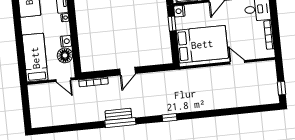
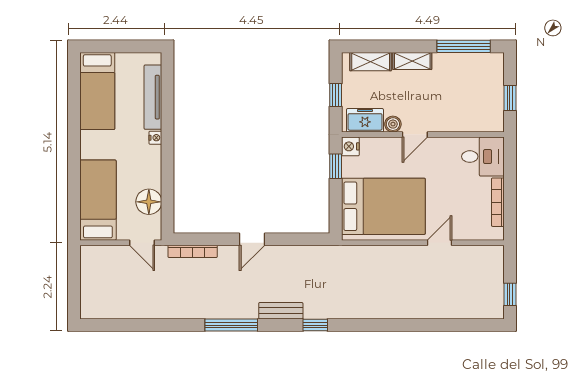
nightstand: (66, 41) -> (153, 178), removed
door: (237, 62) -> (439, 243), hinge flipped
bench: (118, 114) -> (281, 311), moved

